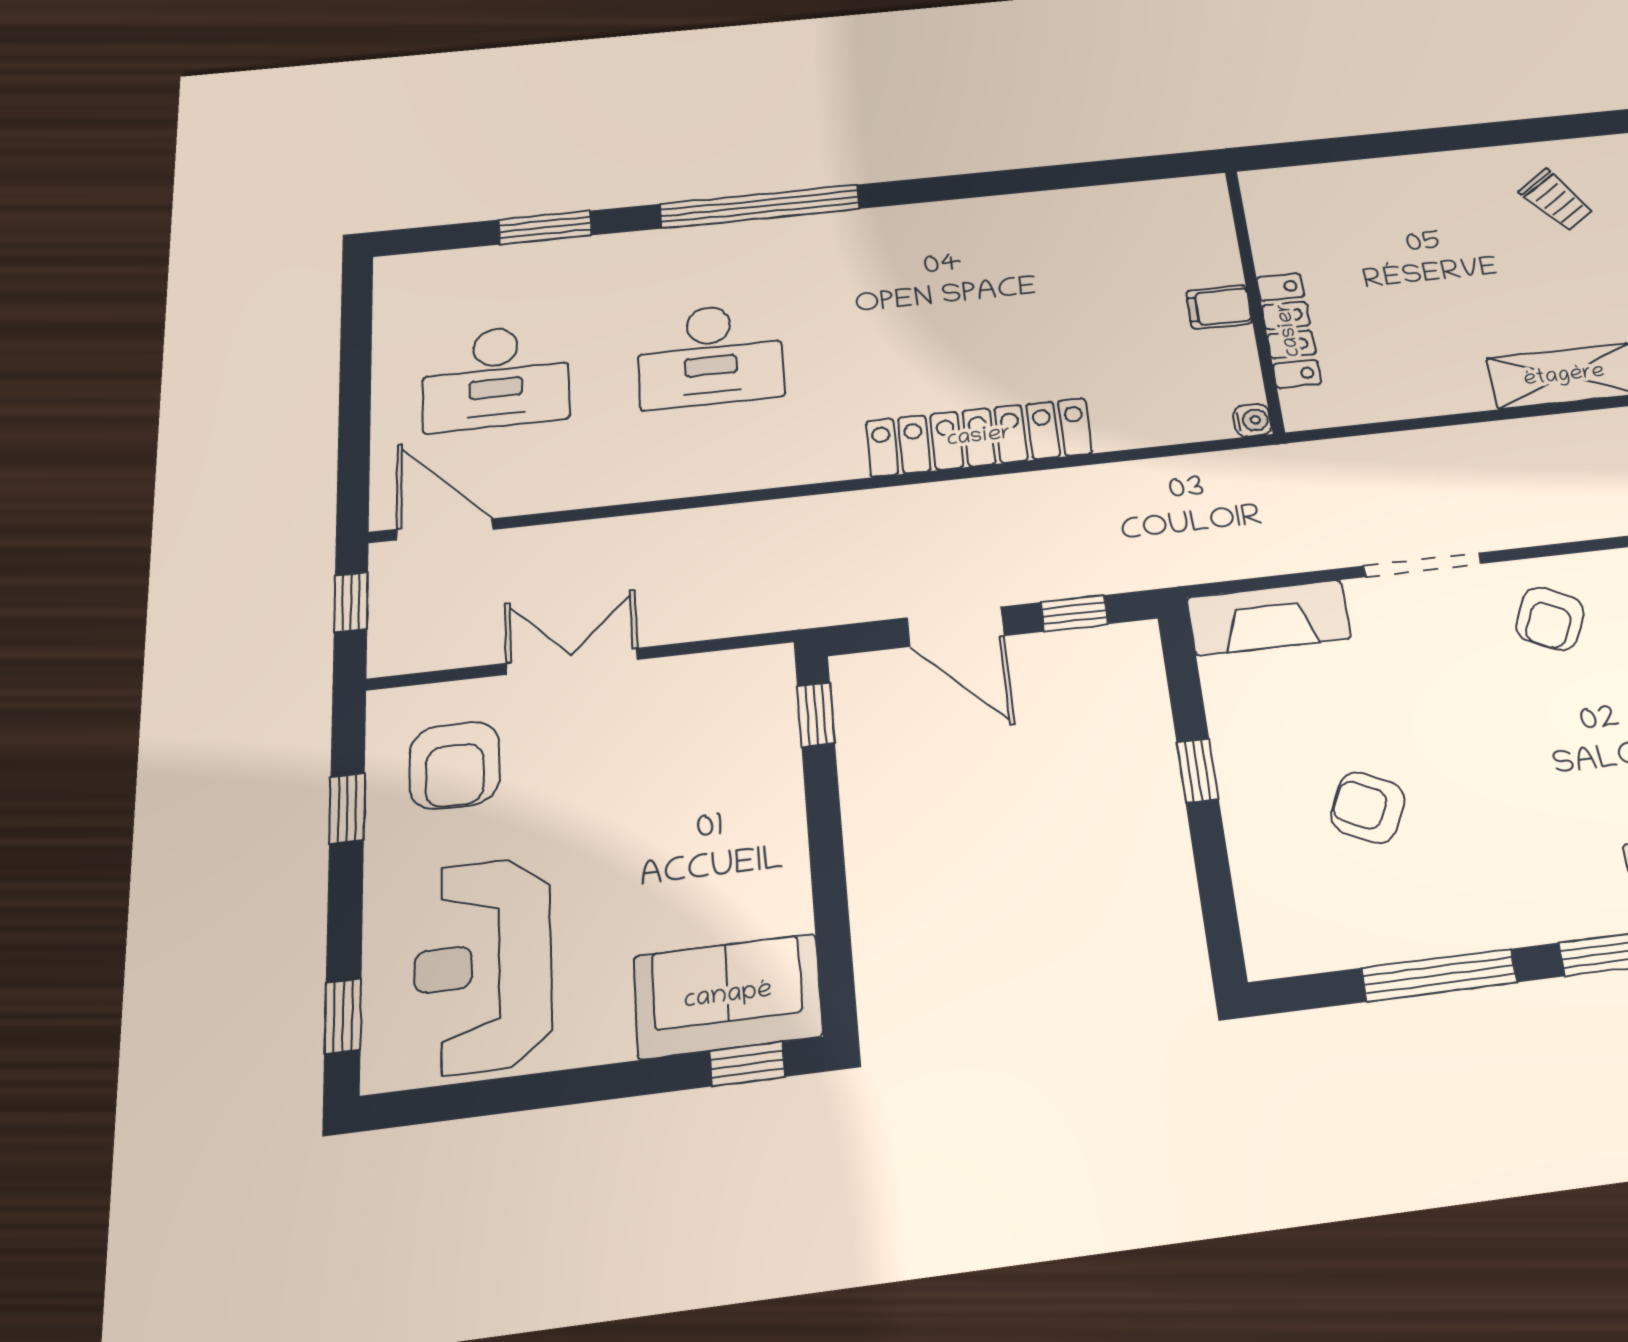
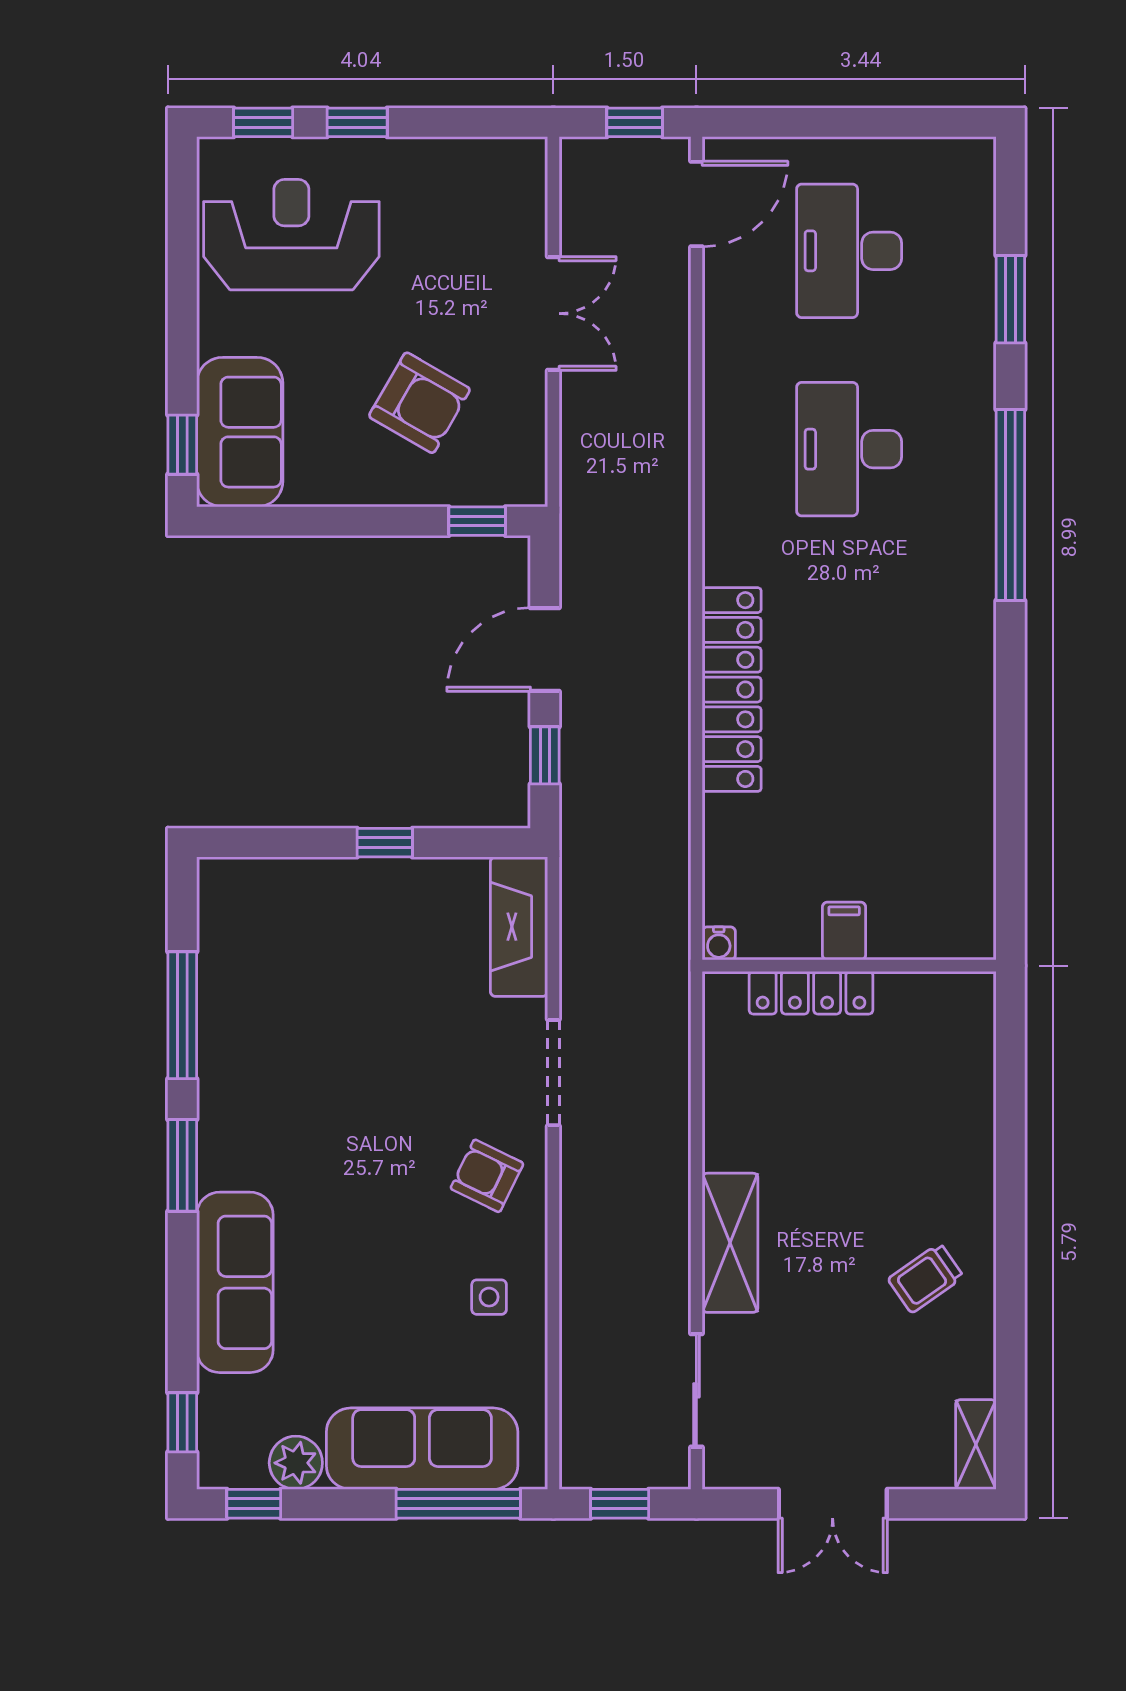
armchair: (455, 765) -> (419, 403), moved, turned -150
window: (347, 808) -> (357, 122), moved
armchair: (1368, 808) -> (333, 983), removed

